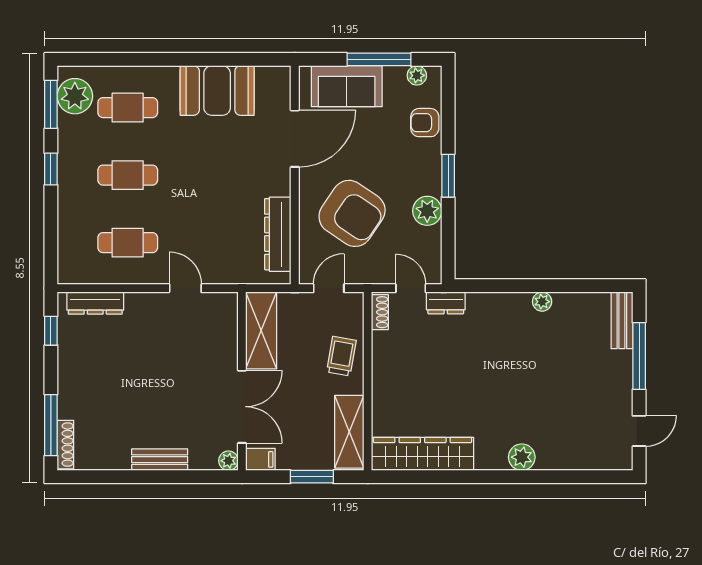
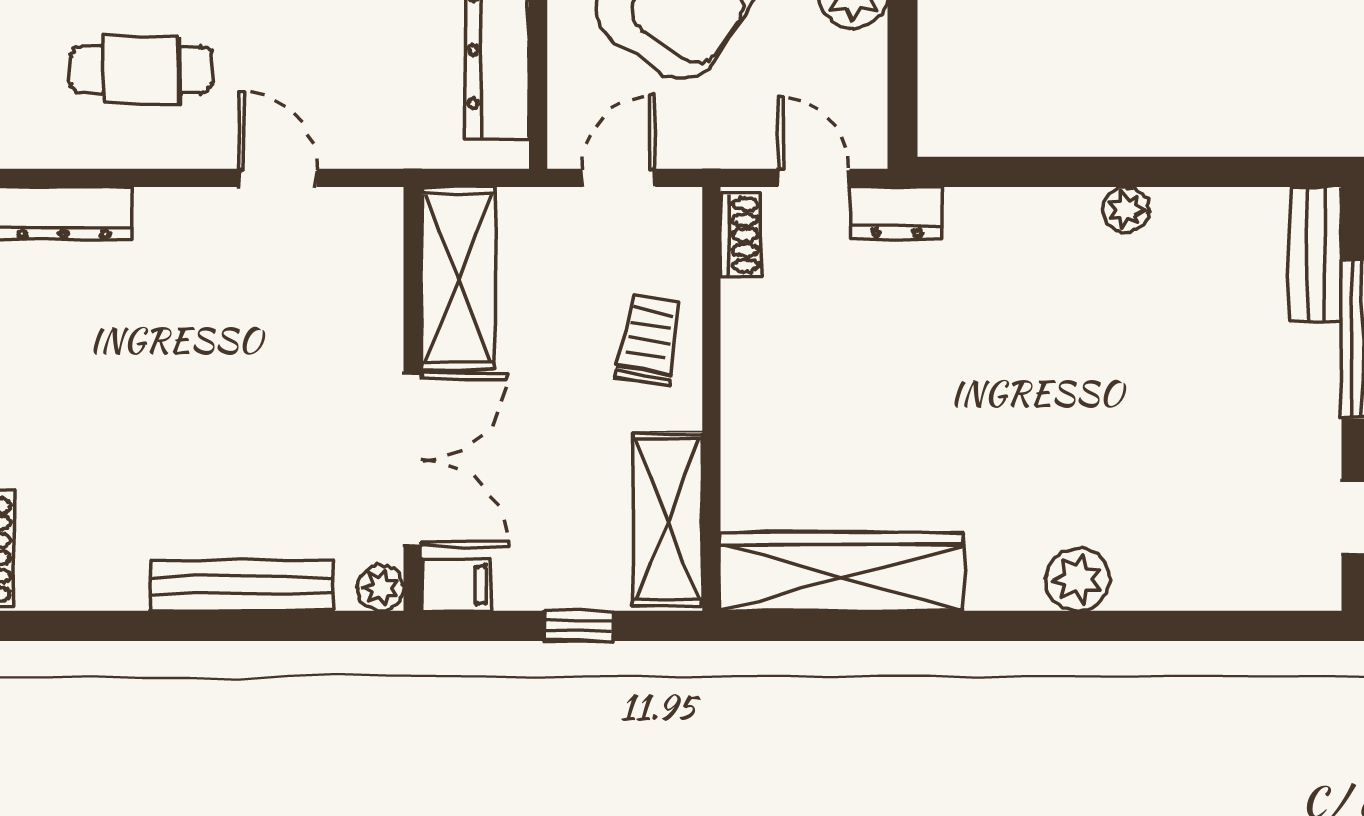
bench: (160, 460) -> (241, 586), width x1.36
window: (312, 477) -> (579, 626), width x0.67

